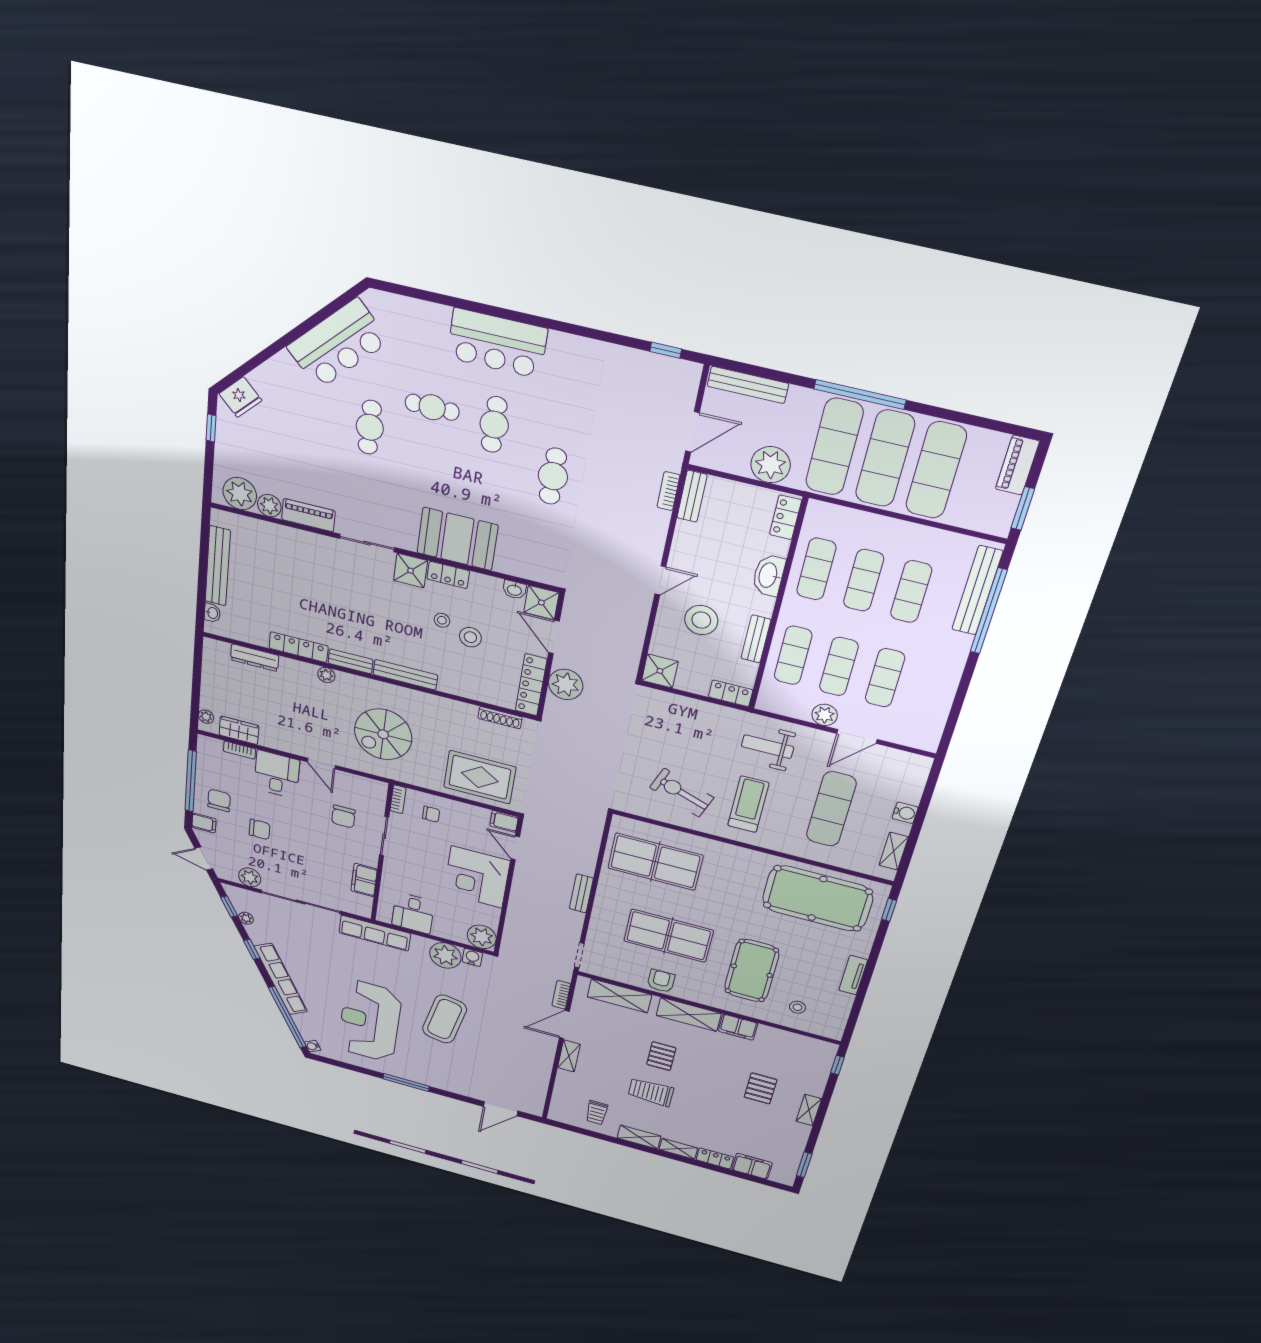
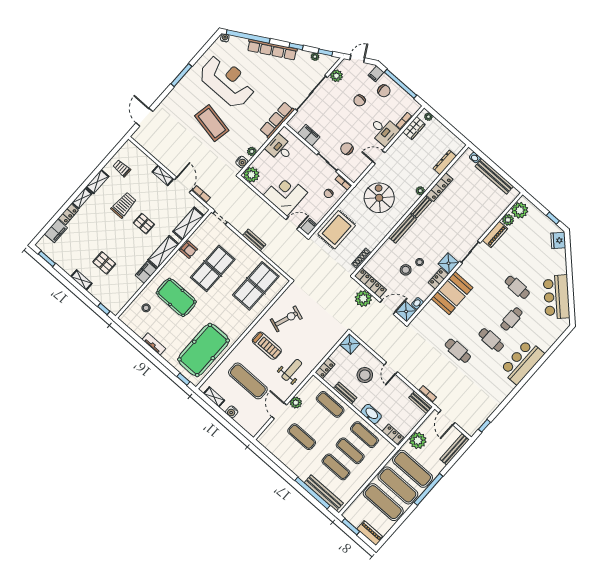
exercise mat: (839, 667) -> (316, 421), removed
plant: (445, 955) -> (252, 151), width x0.53, depth x0.53

